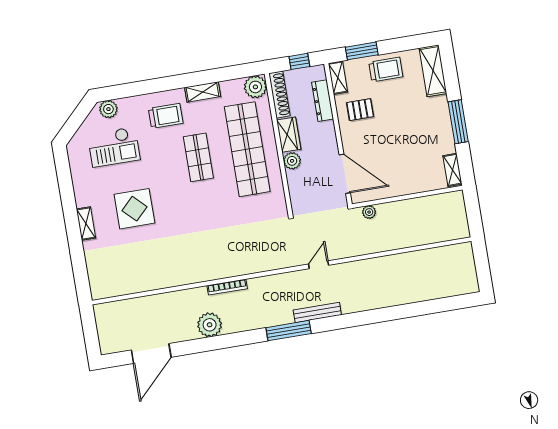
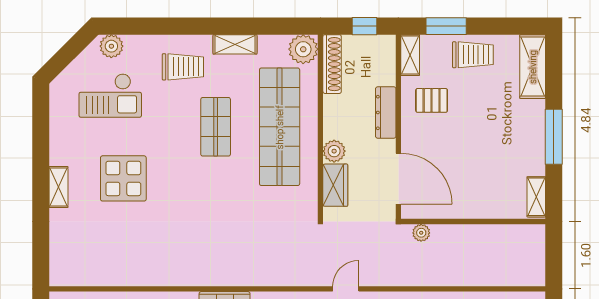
dresser: (323, 101) -> (386, 112), moved
wardrobe: (289, 135) -> (335, 185), moved

